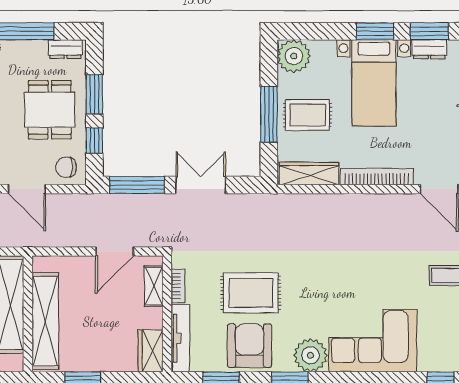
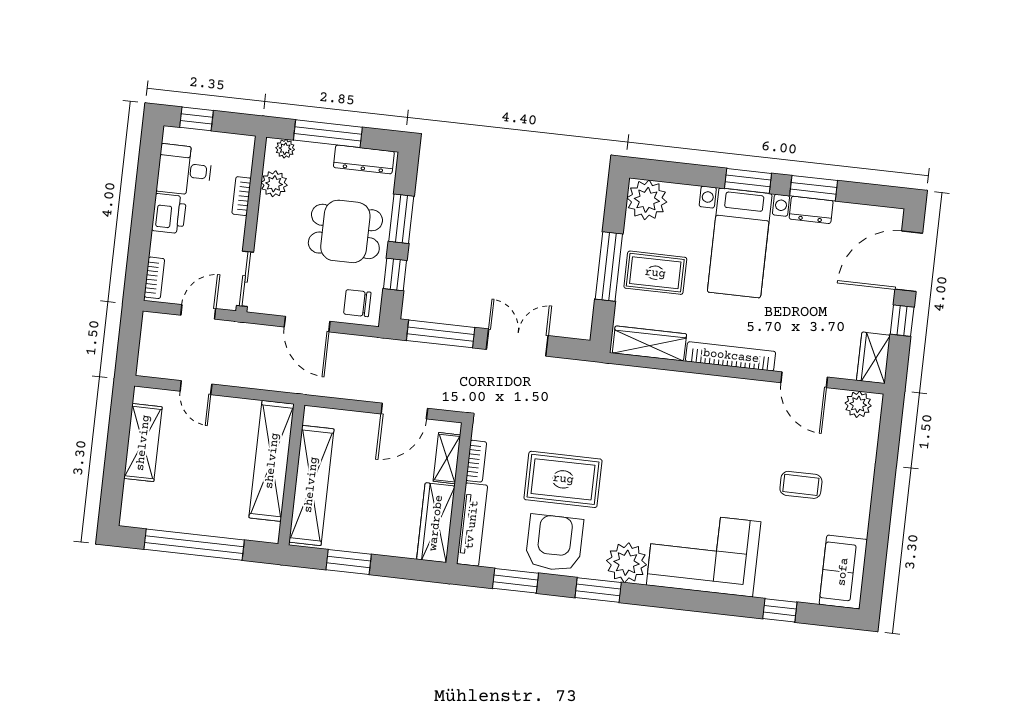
dresser: (66, 49) -> (364, 159), width x1.44
dining table: (50, 110) -> (345, 231), turned 90
wardrobe: (151, 351) -> (436, 523), width x1.50

